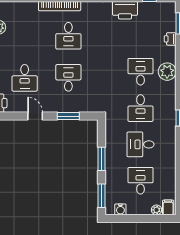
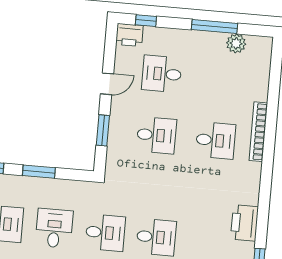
desk: (68, 36) -> (216, 140), turned 180
desk: (141, 108) -> (105, 233), turned 180

